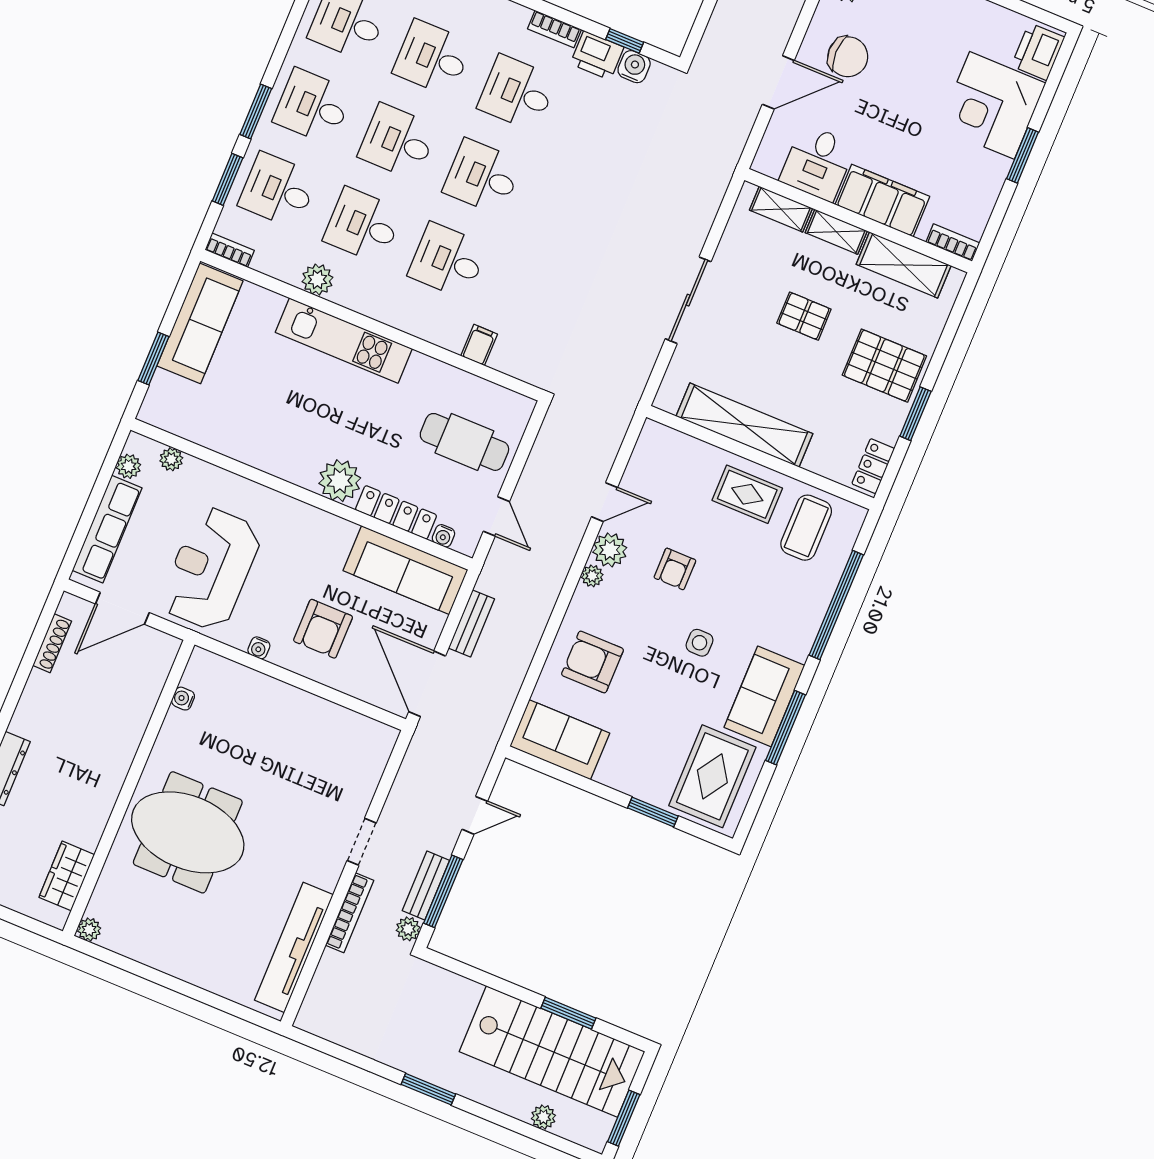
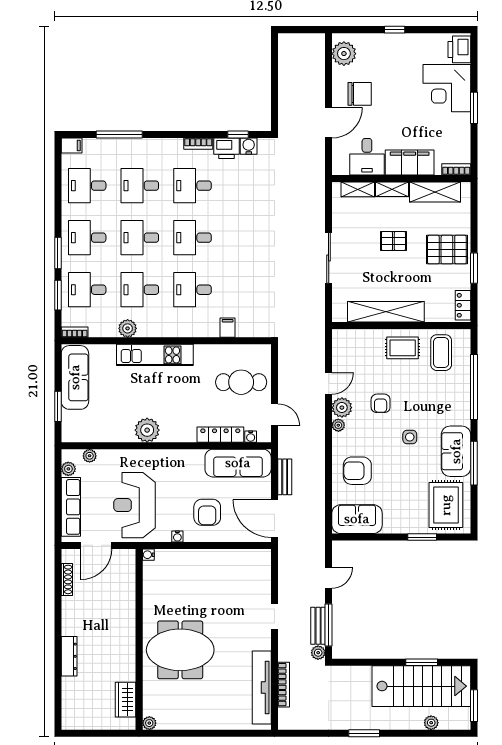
plant: (340, 481) -> (147, 430), moved
water cooler: (183, 699) -> (148, 555), moved
bookcase: (350, 913) -> (284, 685), moved

